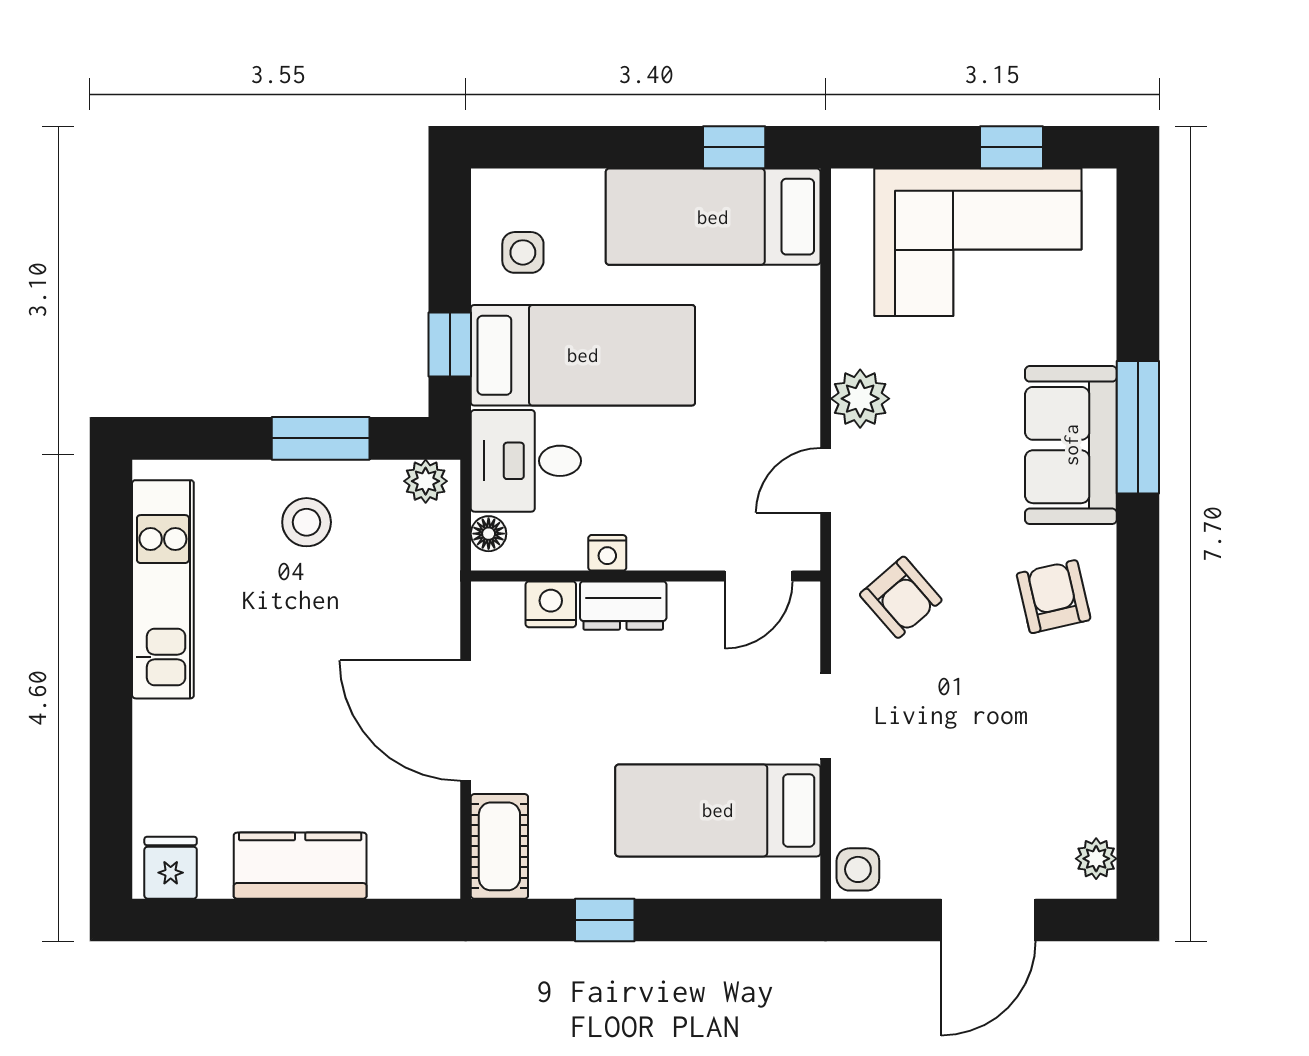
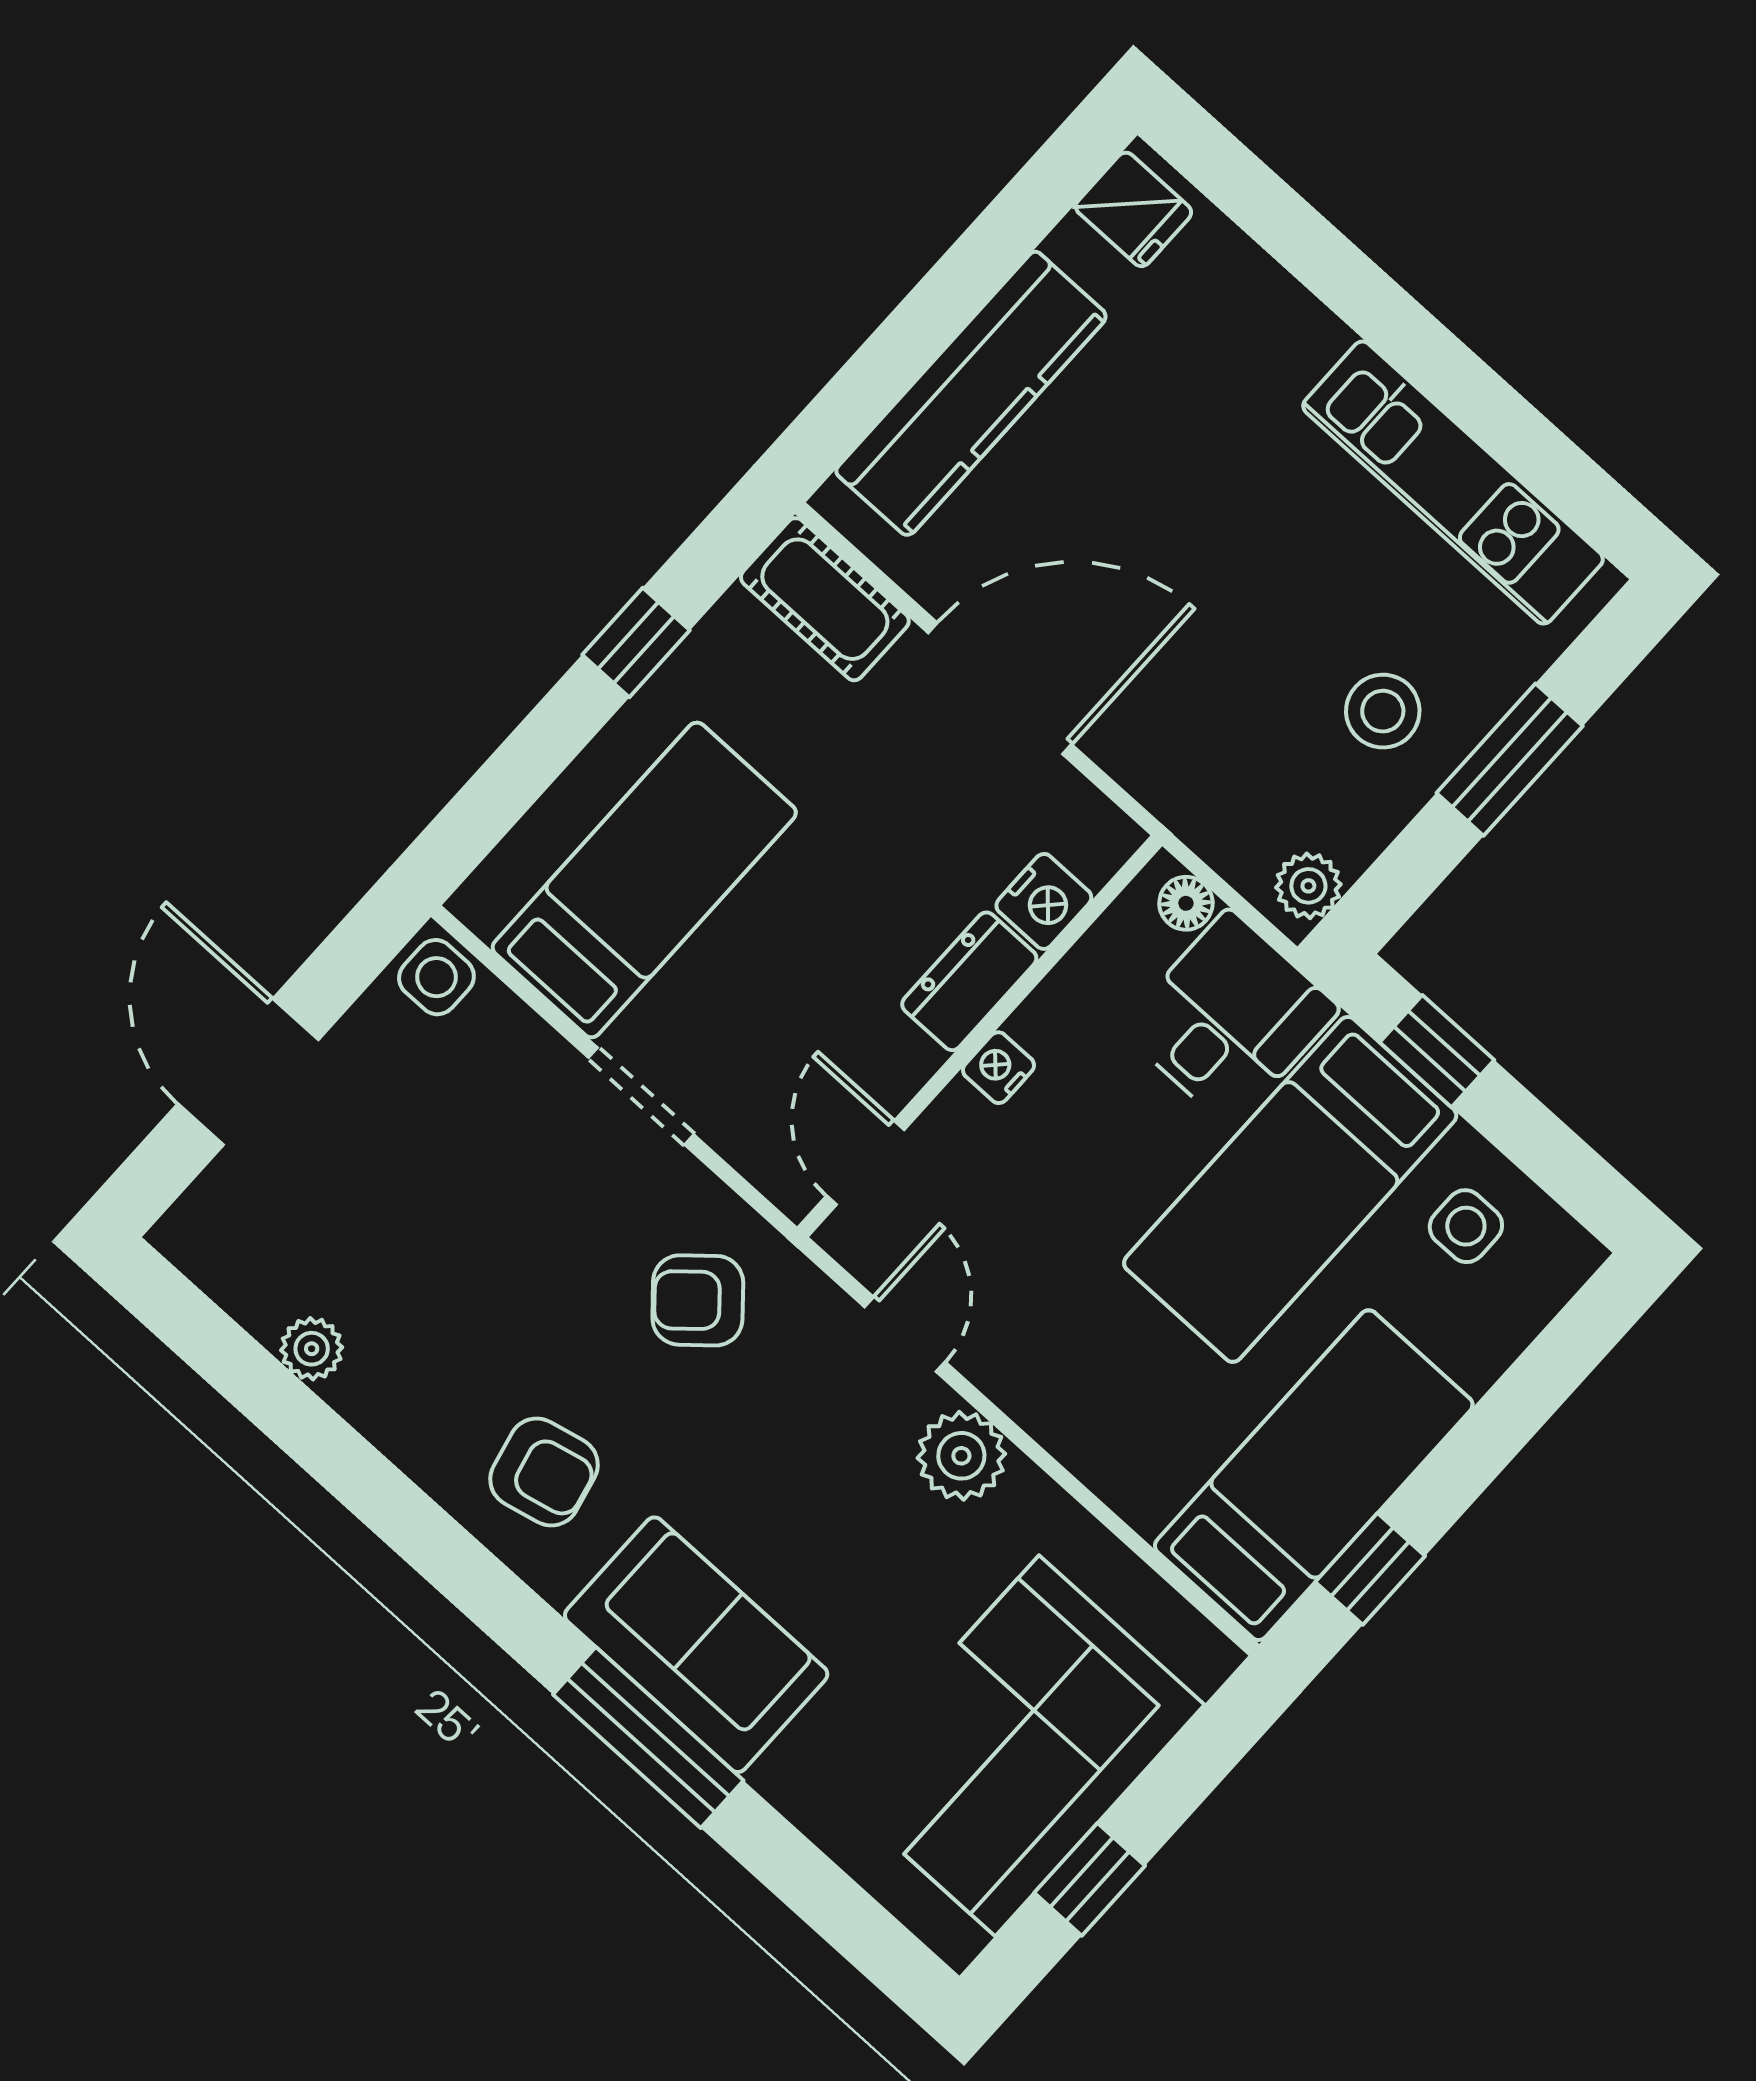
window: (321, 438) -> (1510, 760), moved
nightstand: (607, 553) -> (998, 1068), moved
plant: (1096, 859) -> (312, 1349), moved
kitchen counter: (300, 866) -> (971, 394), width x1.50

